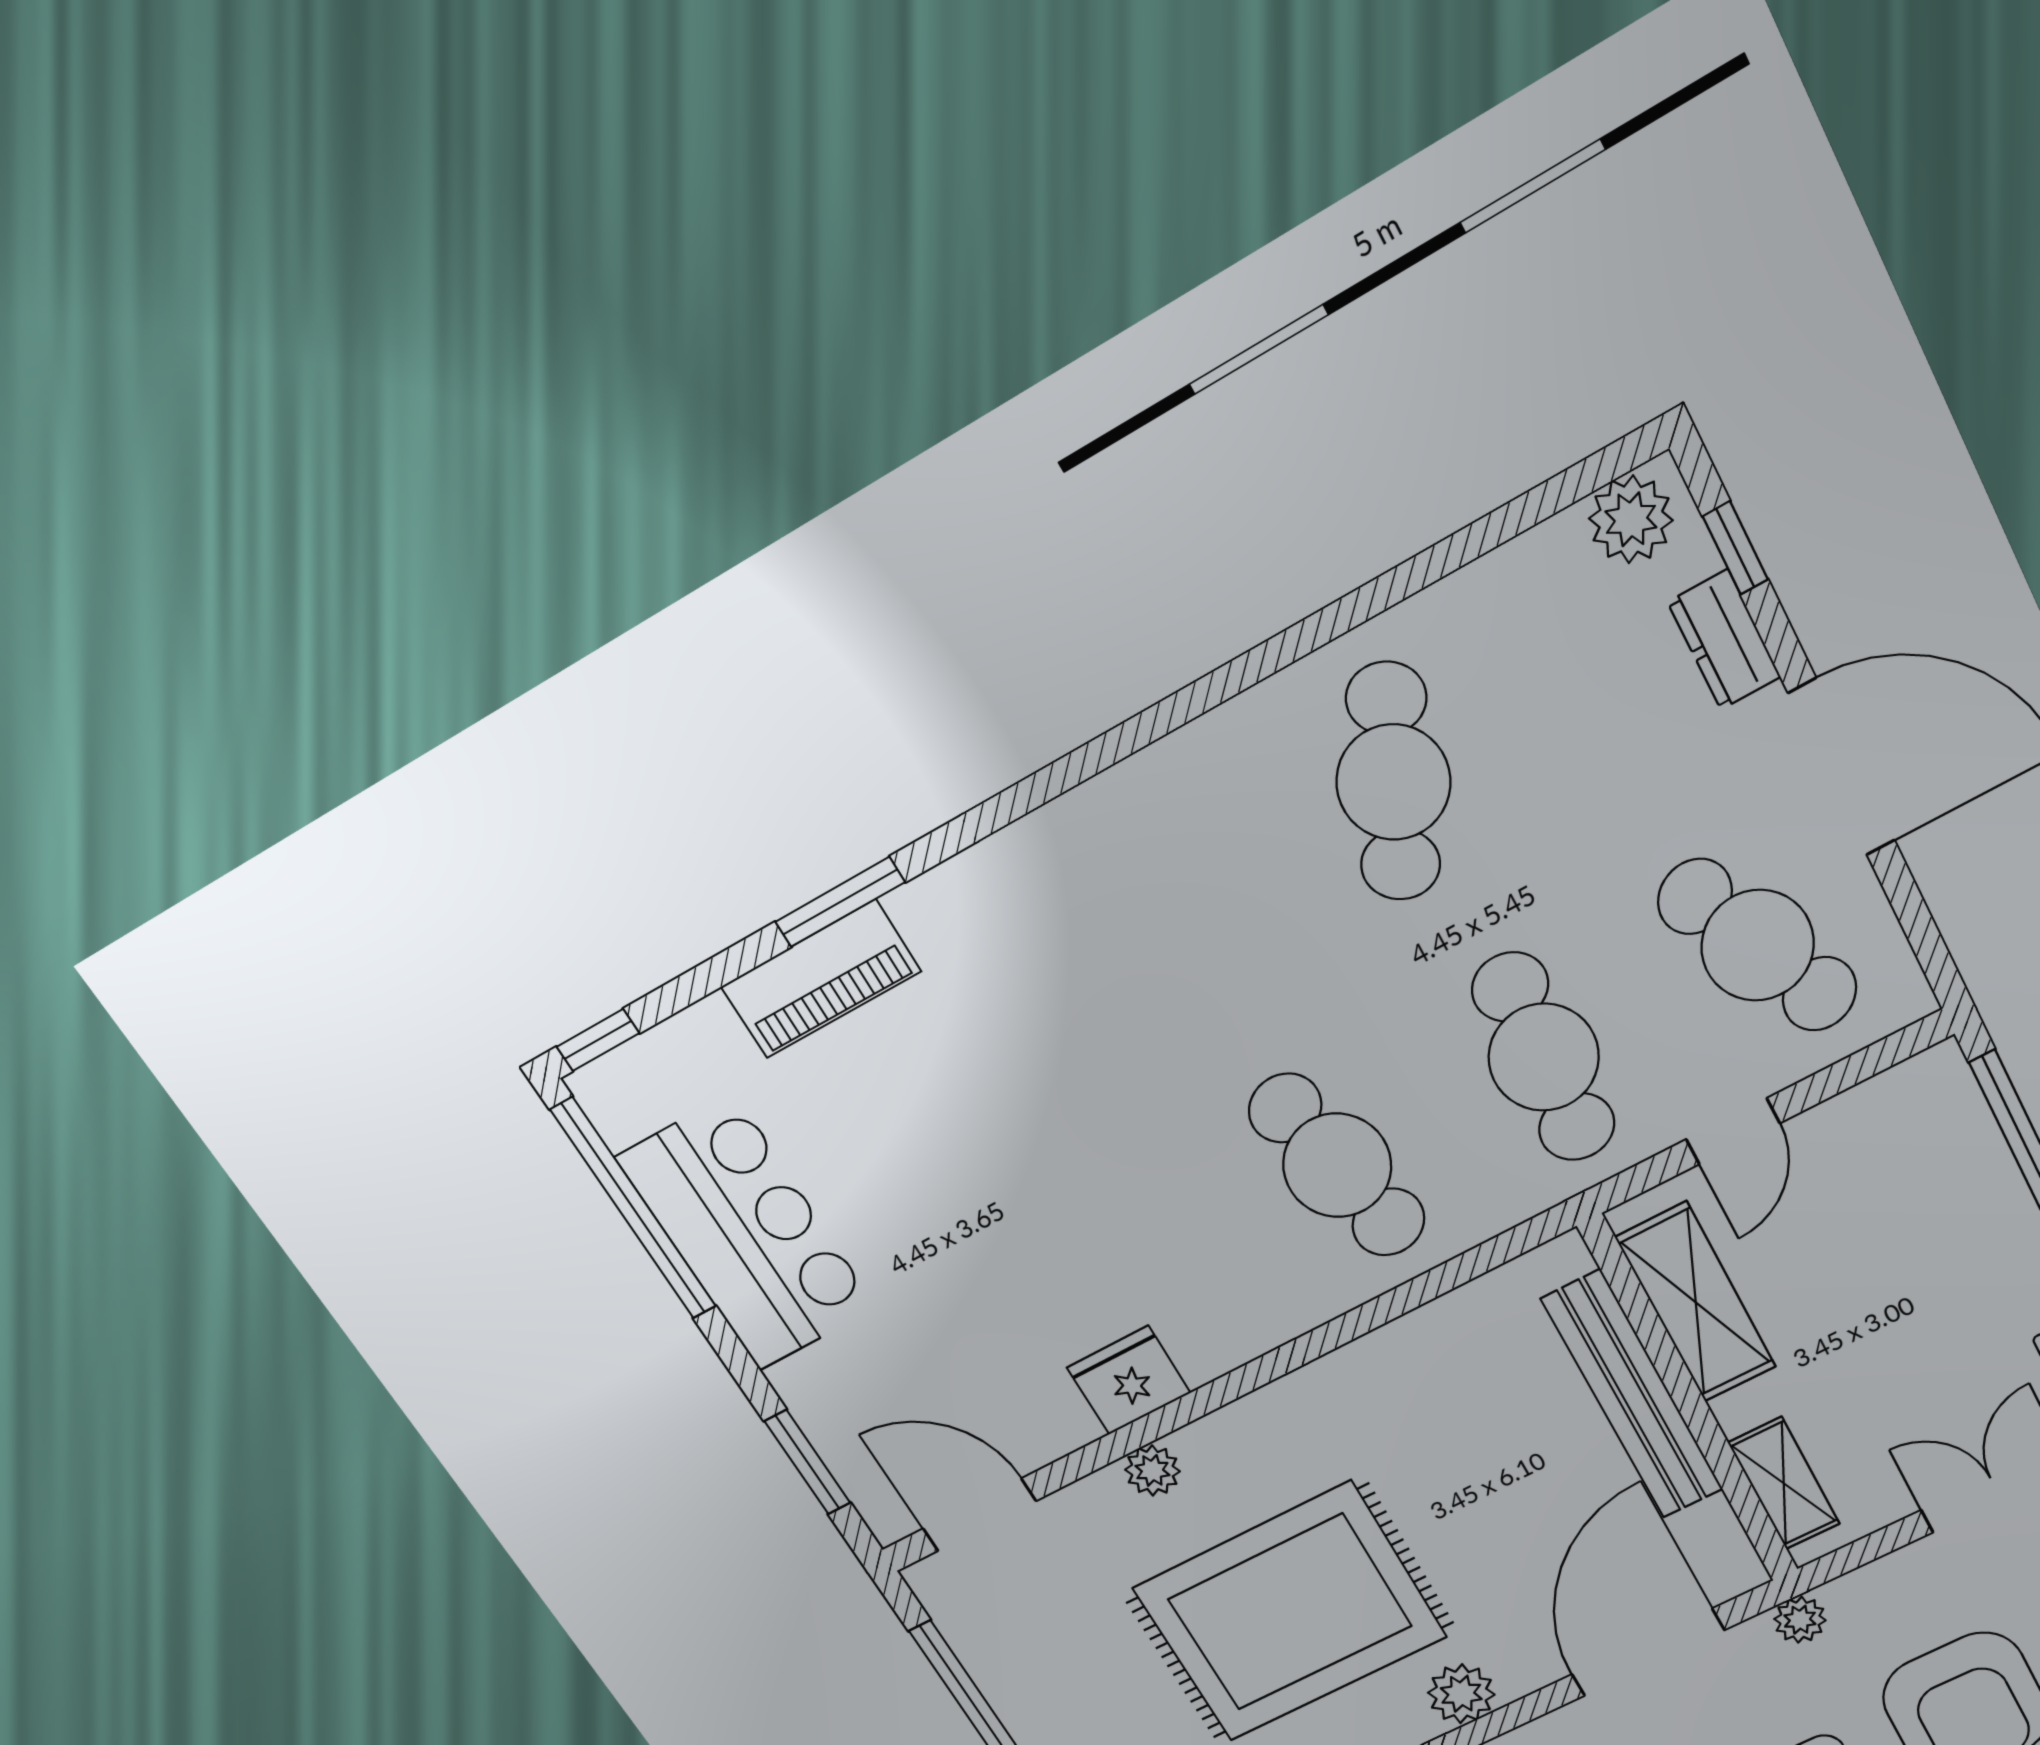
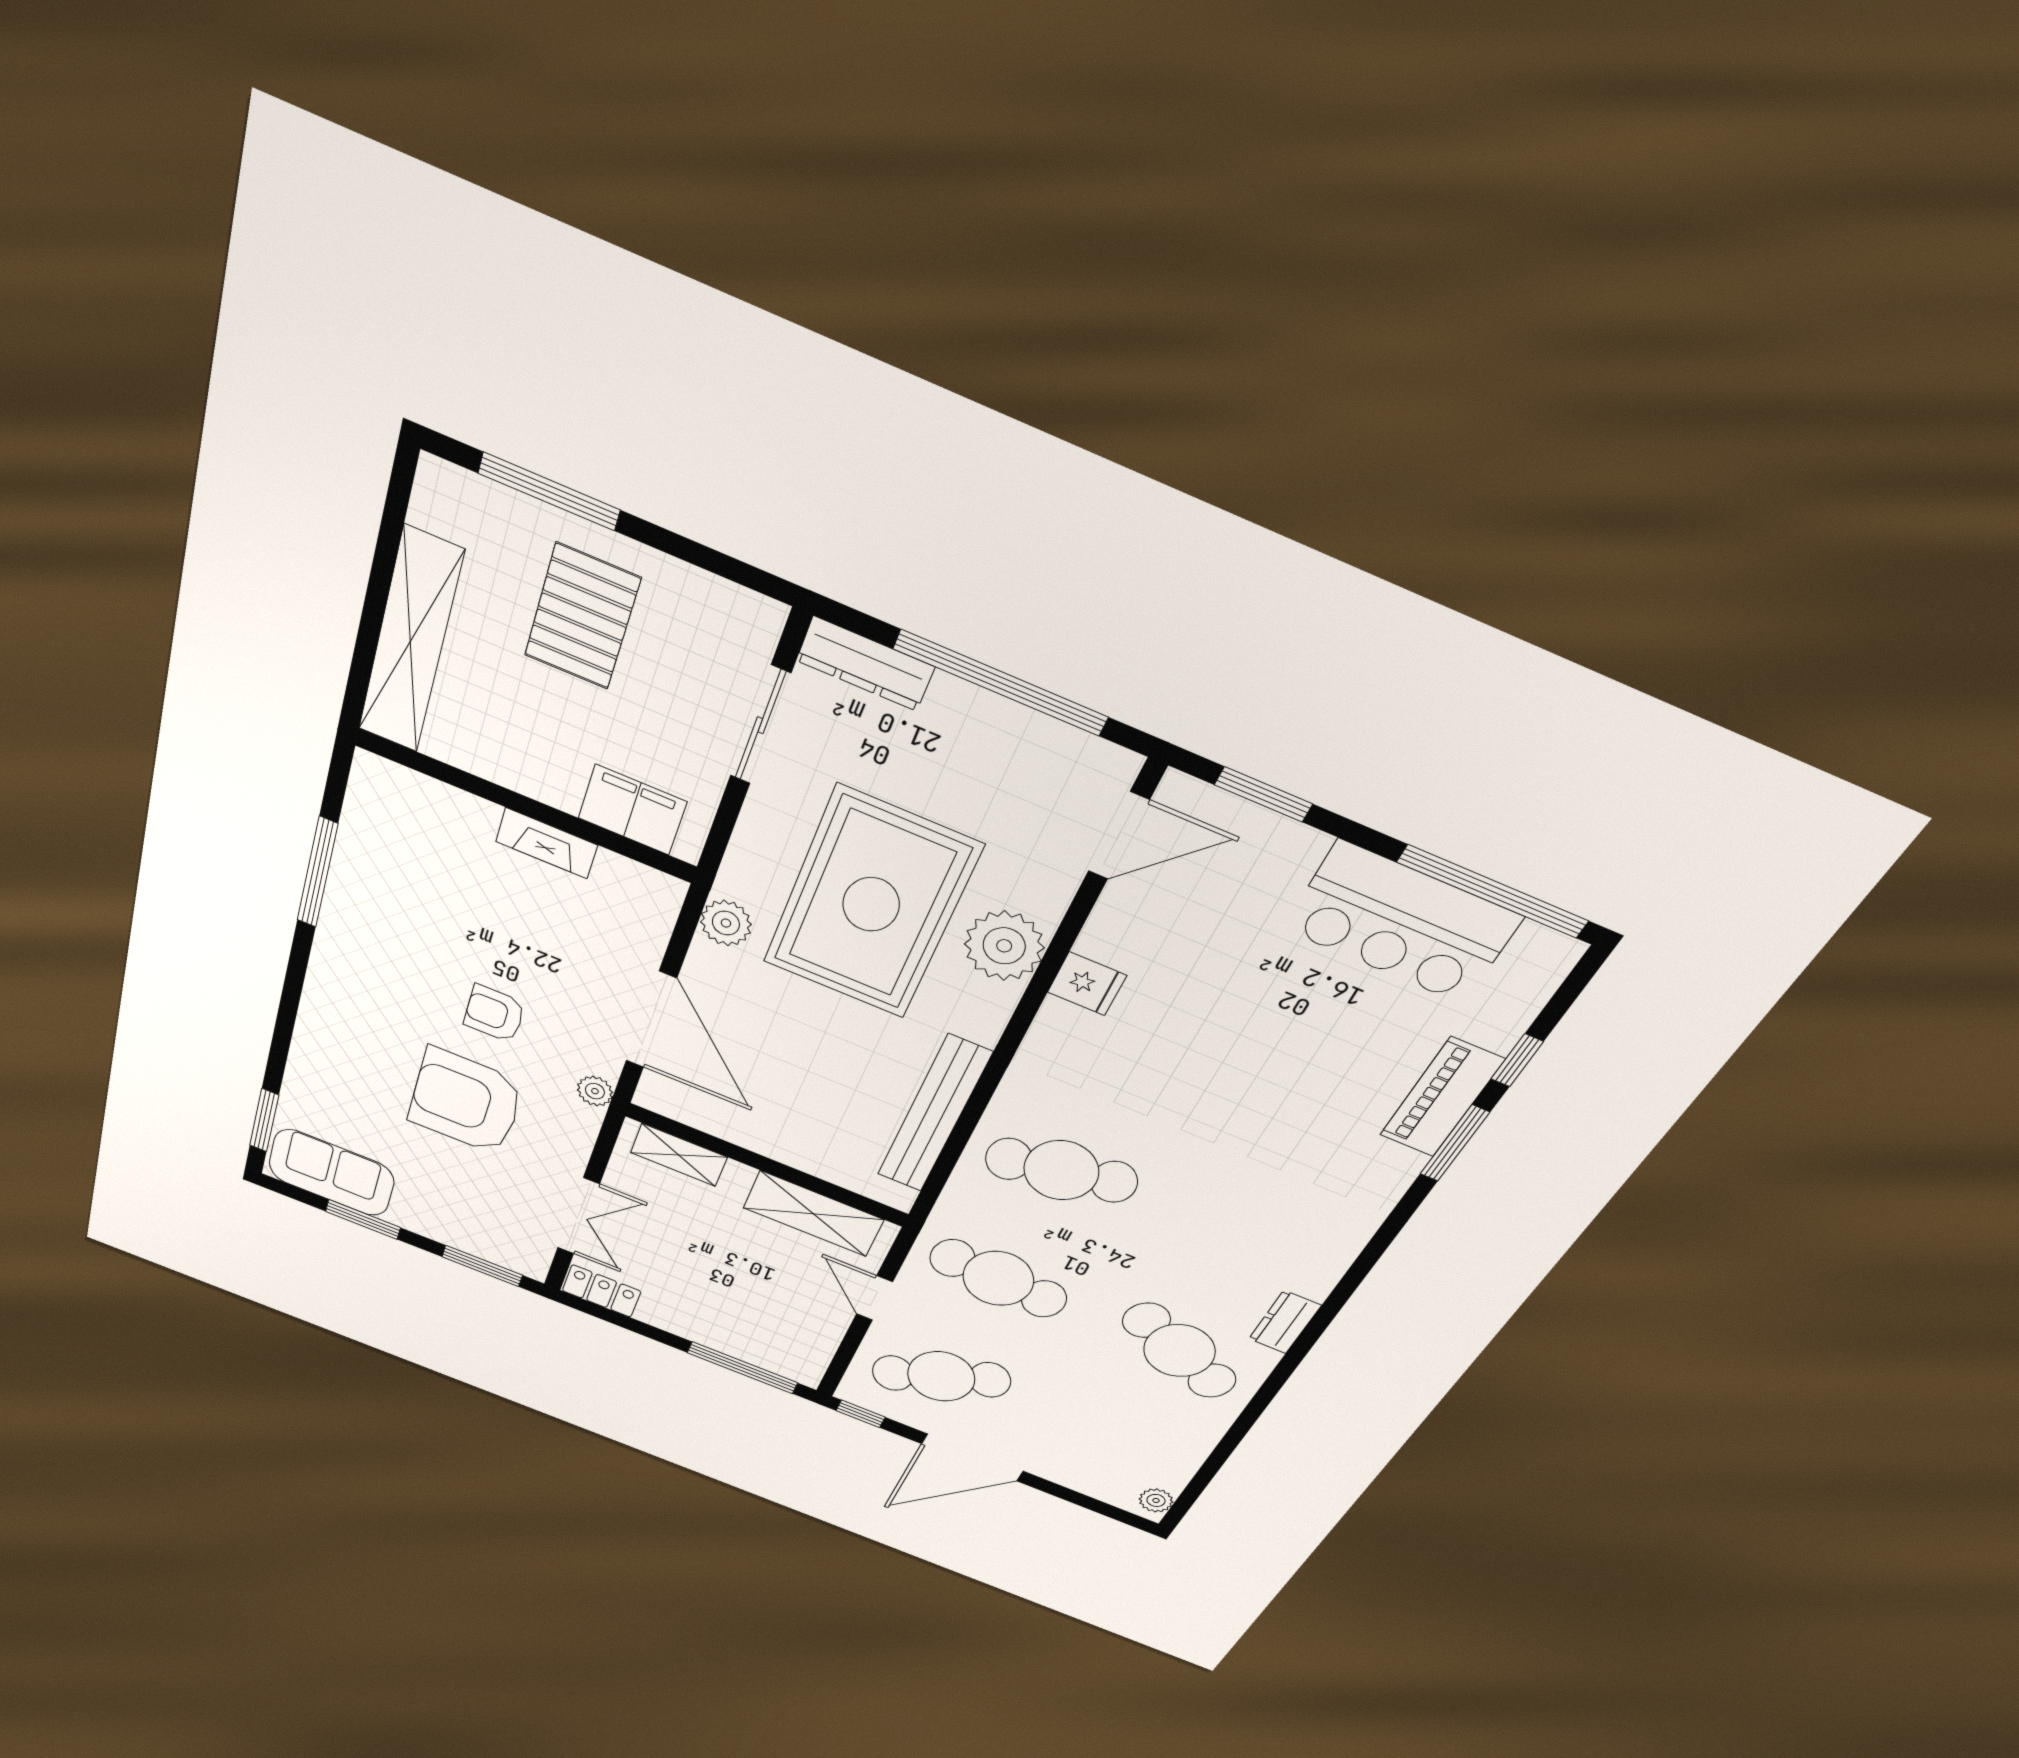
plant: (1631, 519) -> (1156, 1500), width x0.73, depth x0.73
window: (1735, 548) -> (861, 1414), moved
dresser: (1724, 640) -> (1285, 1322), moved, turned -90
window: (598, 1040) -> (1517, 1060), moved
fridge: (1129, 1380) -> (1087, 984), width x0.72
bench: (1633, 1395) -> (934, 1114), moved, turned 90
plant: (1152, 1471) -> (1004, 946), width x1.87, depth x1.87

